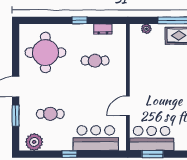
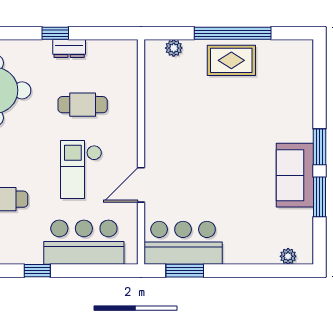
dresser: (103, 29) -> (69, 49), moved
checkout: (94, 97) -> (81, 170), added

